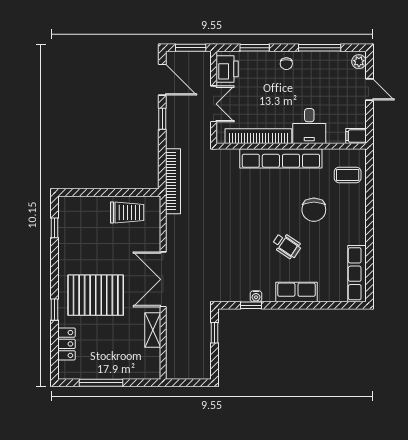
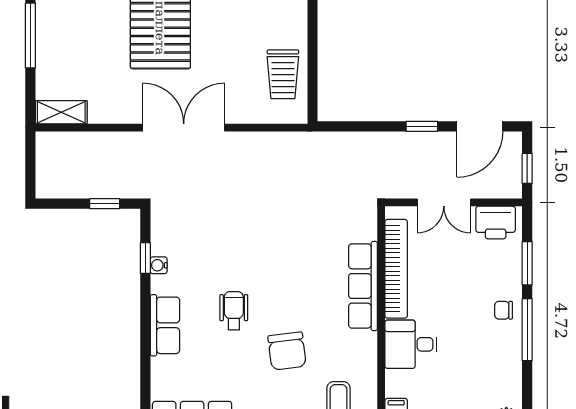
window: (191, 48) -> (527, 168), width x0.67
window: (320, 48) -> (527, 330), moved
row of seats: (281, 158) -> (363, 286), width x0.73
bookcase: (173, 181) -> (329, 142), removed
chair: (314, 210) -> (287, 351), turned -97
wheelchair: (287, 246) -> (234, 311), turned 146
shelving: (153, 330) -> (61, 112), moved

